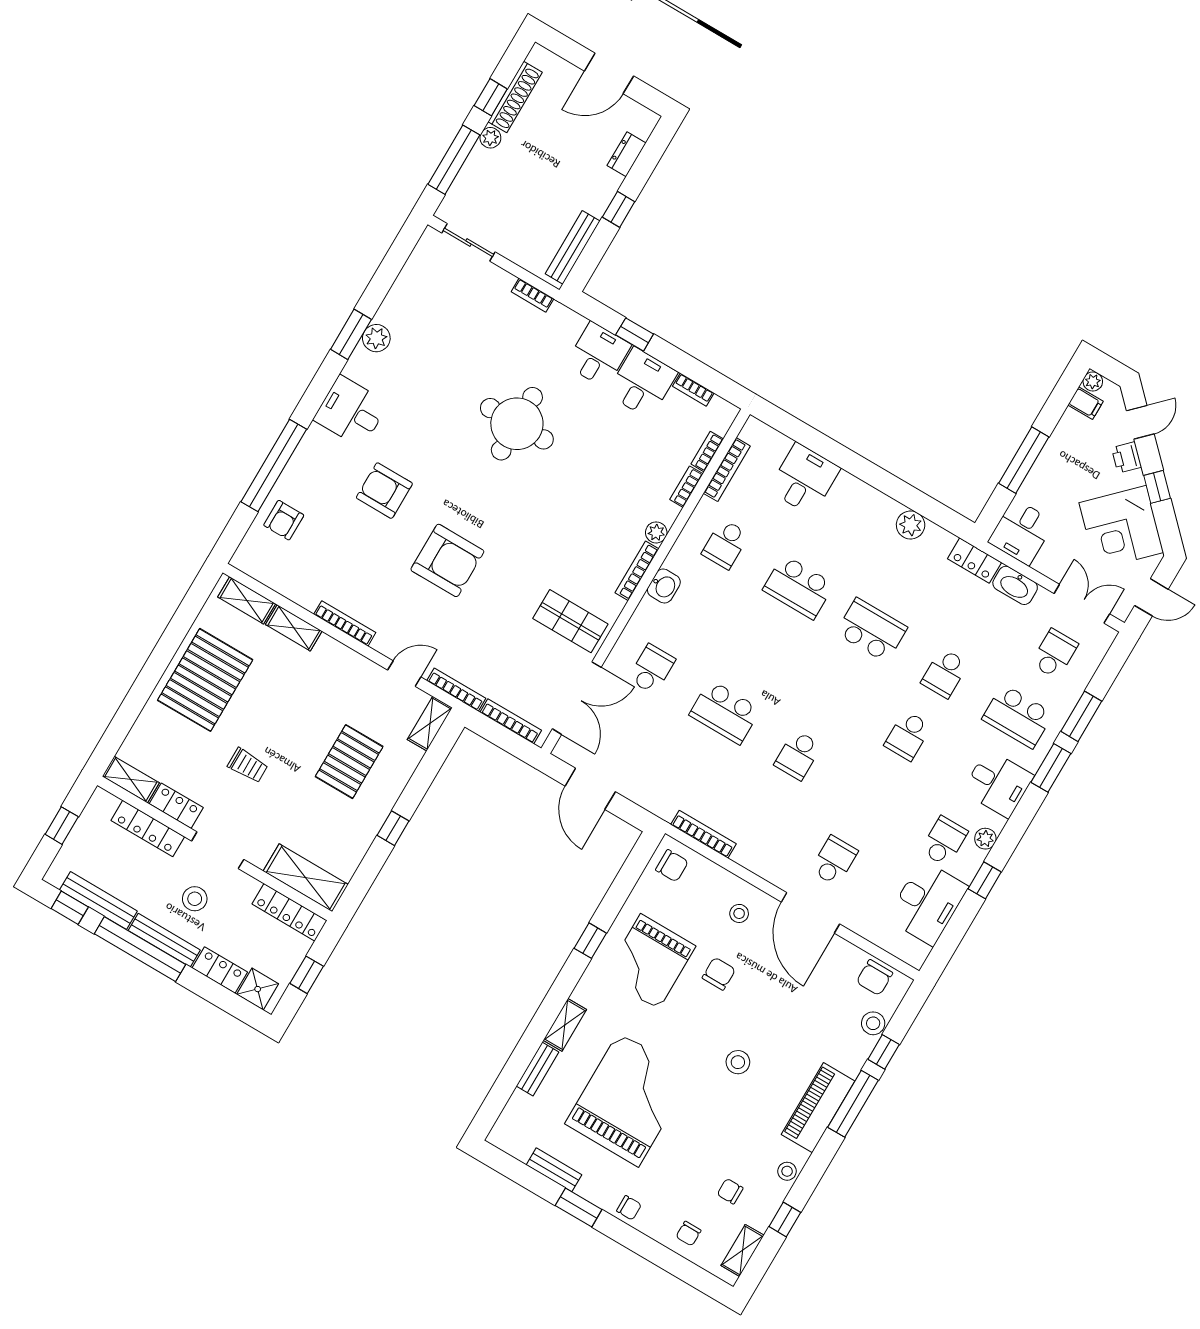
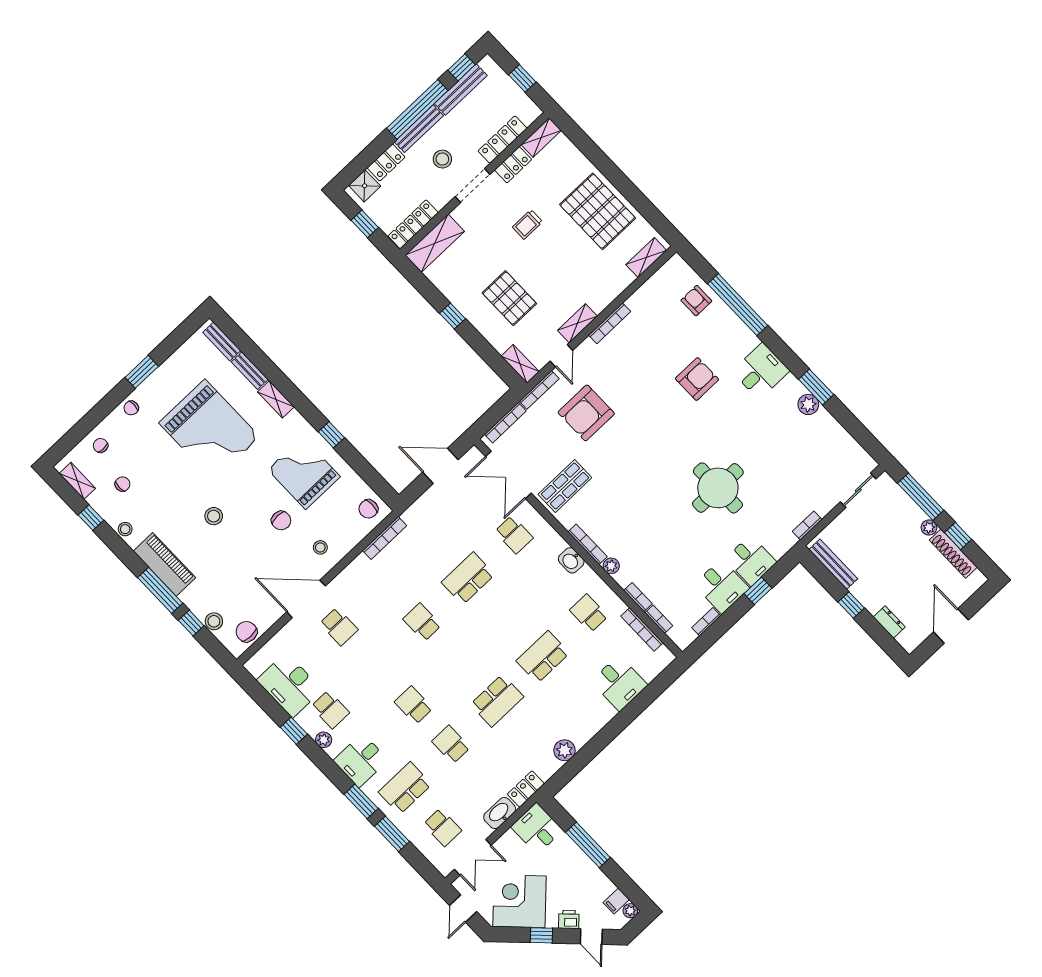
armchair: (447, 560) -> (586, 413), moved
shelving: (294, 628) -> (577, 323), moved
bench: (554, 1170) -> (222, 341), moved, turned 90

